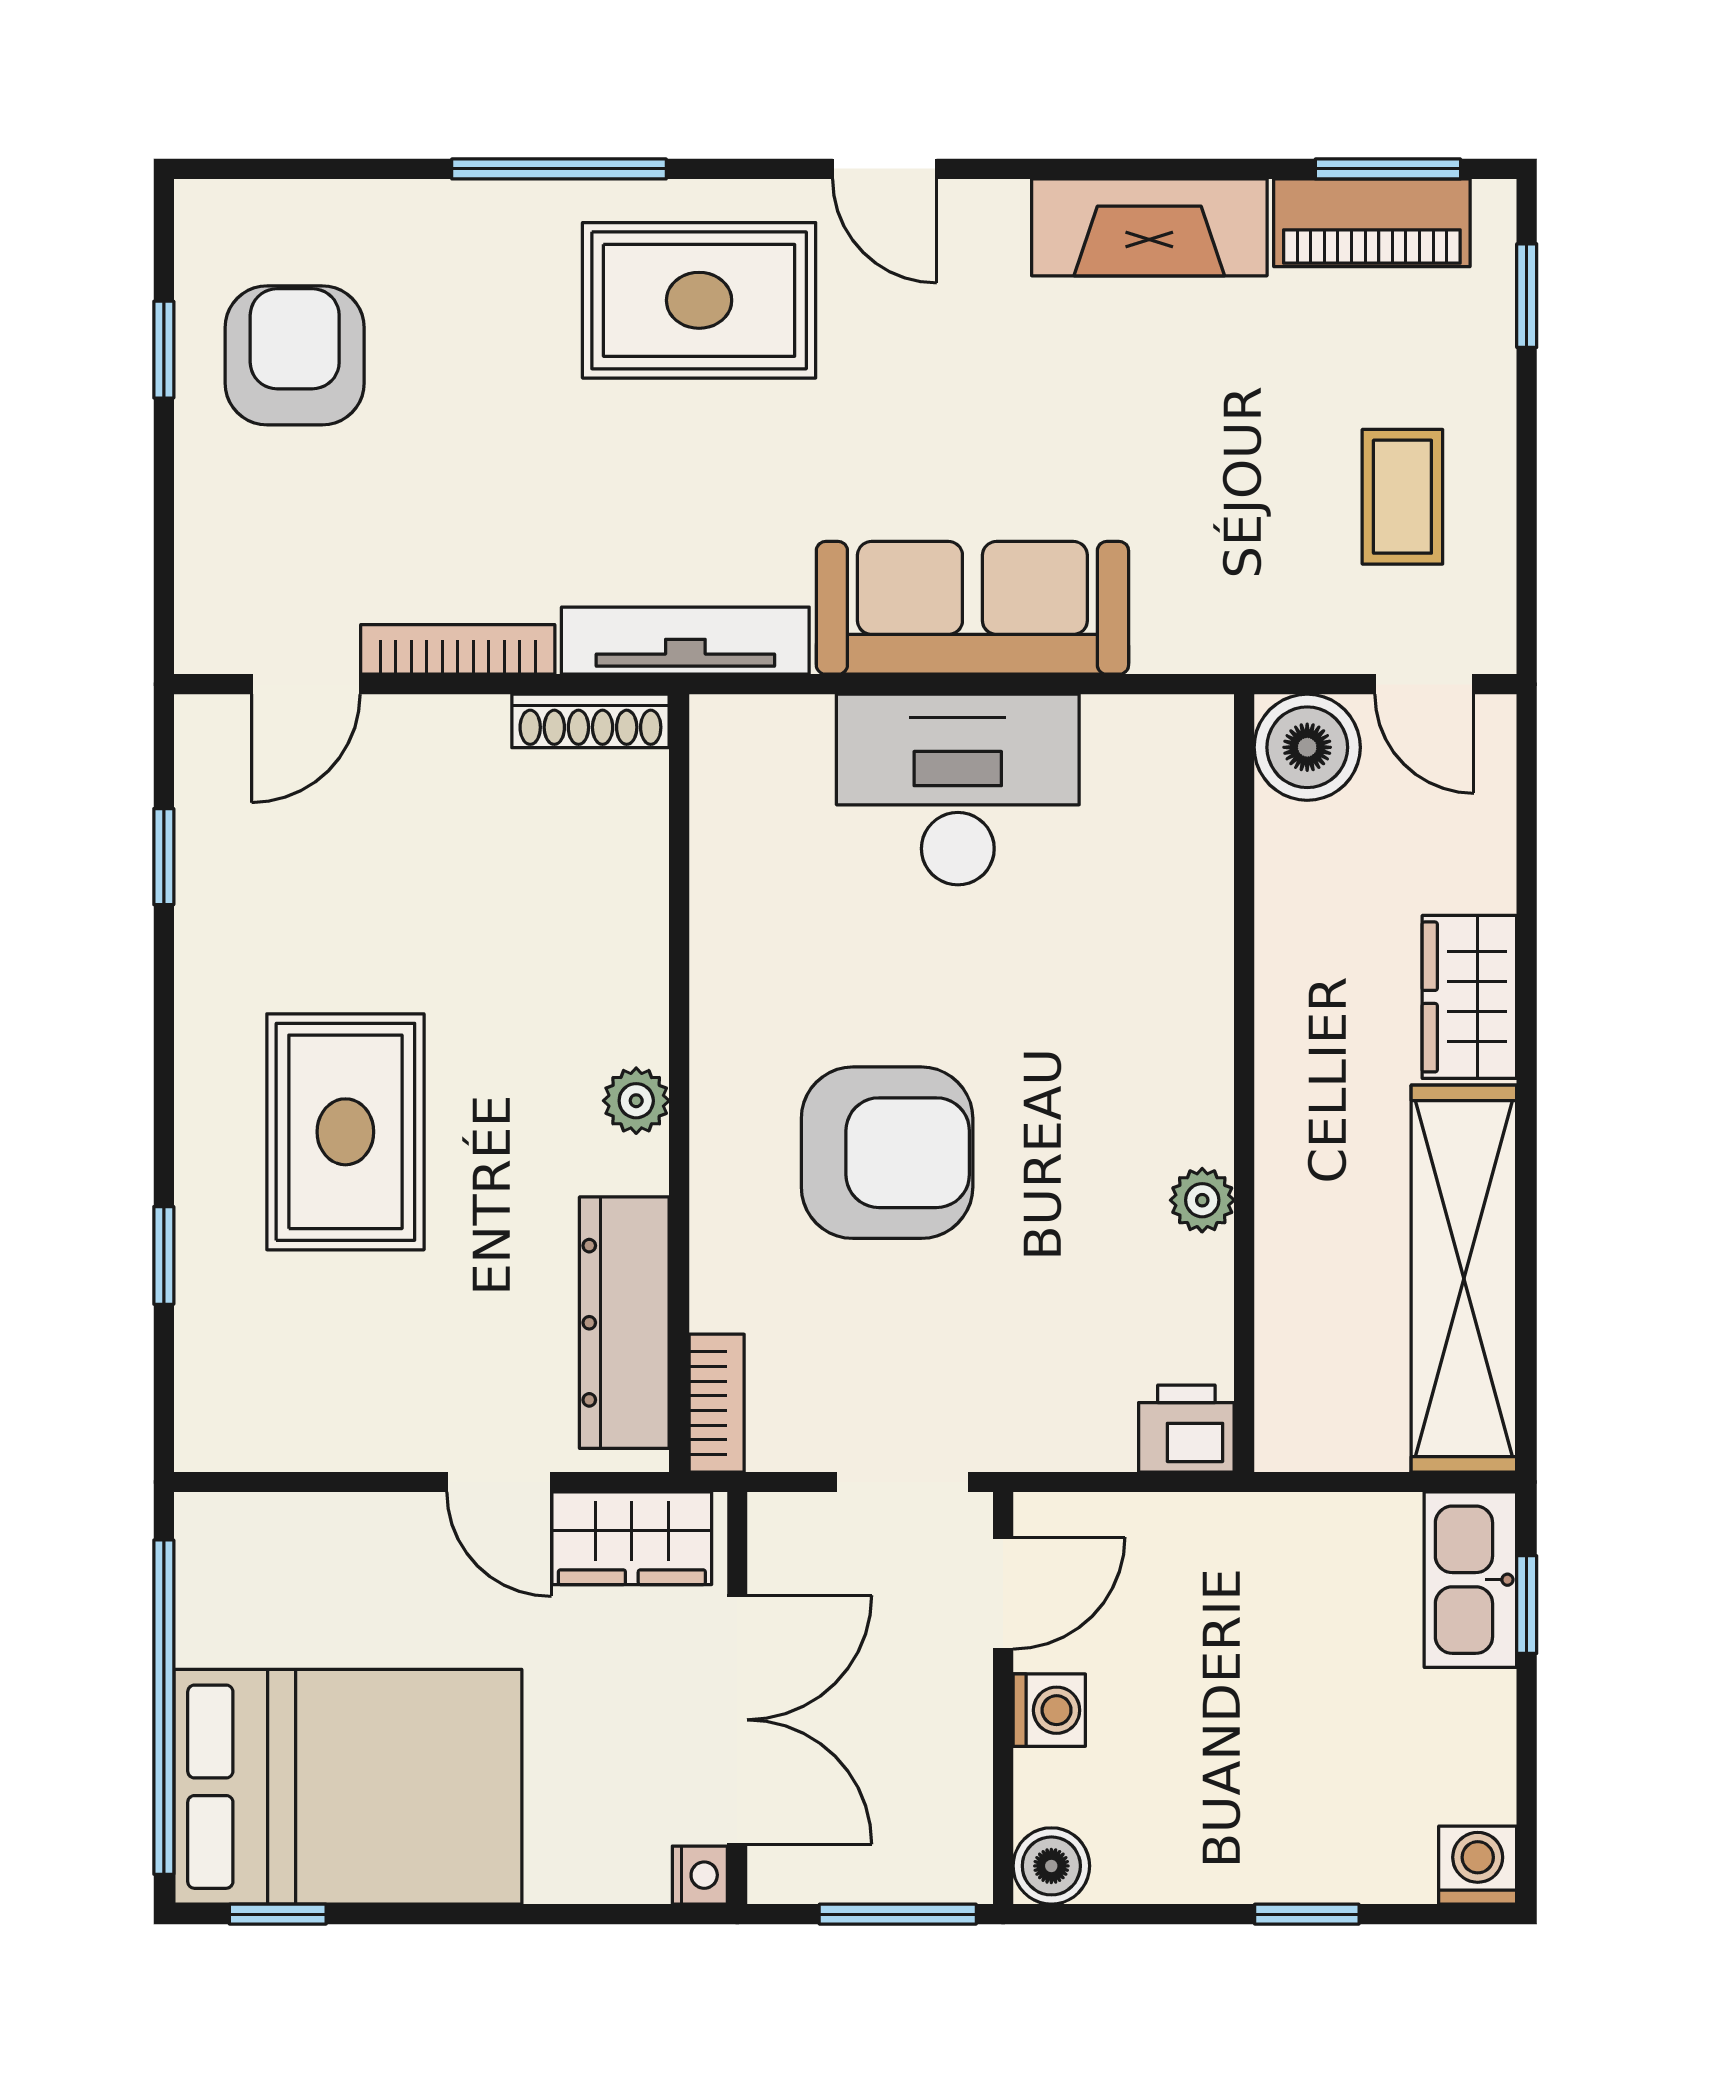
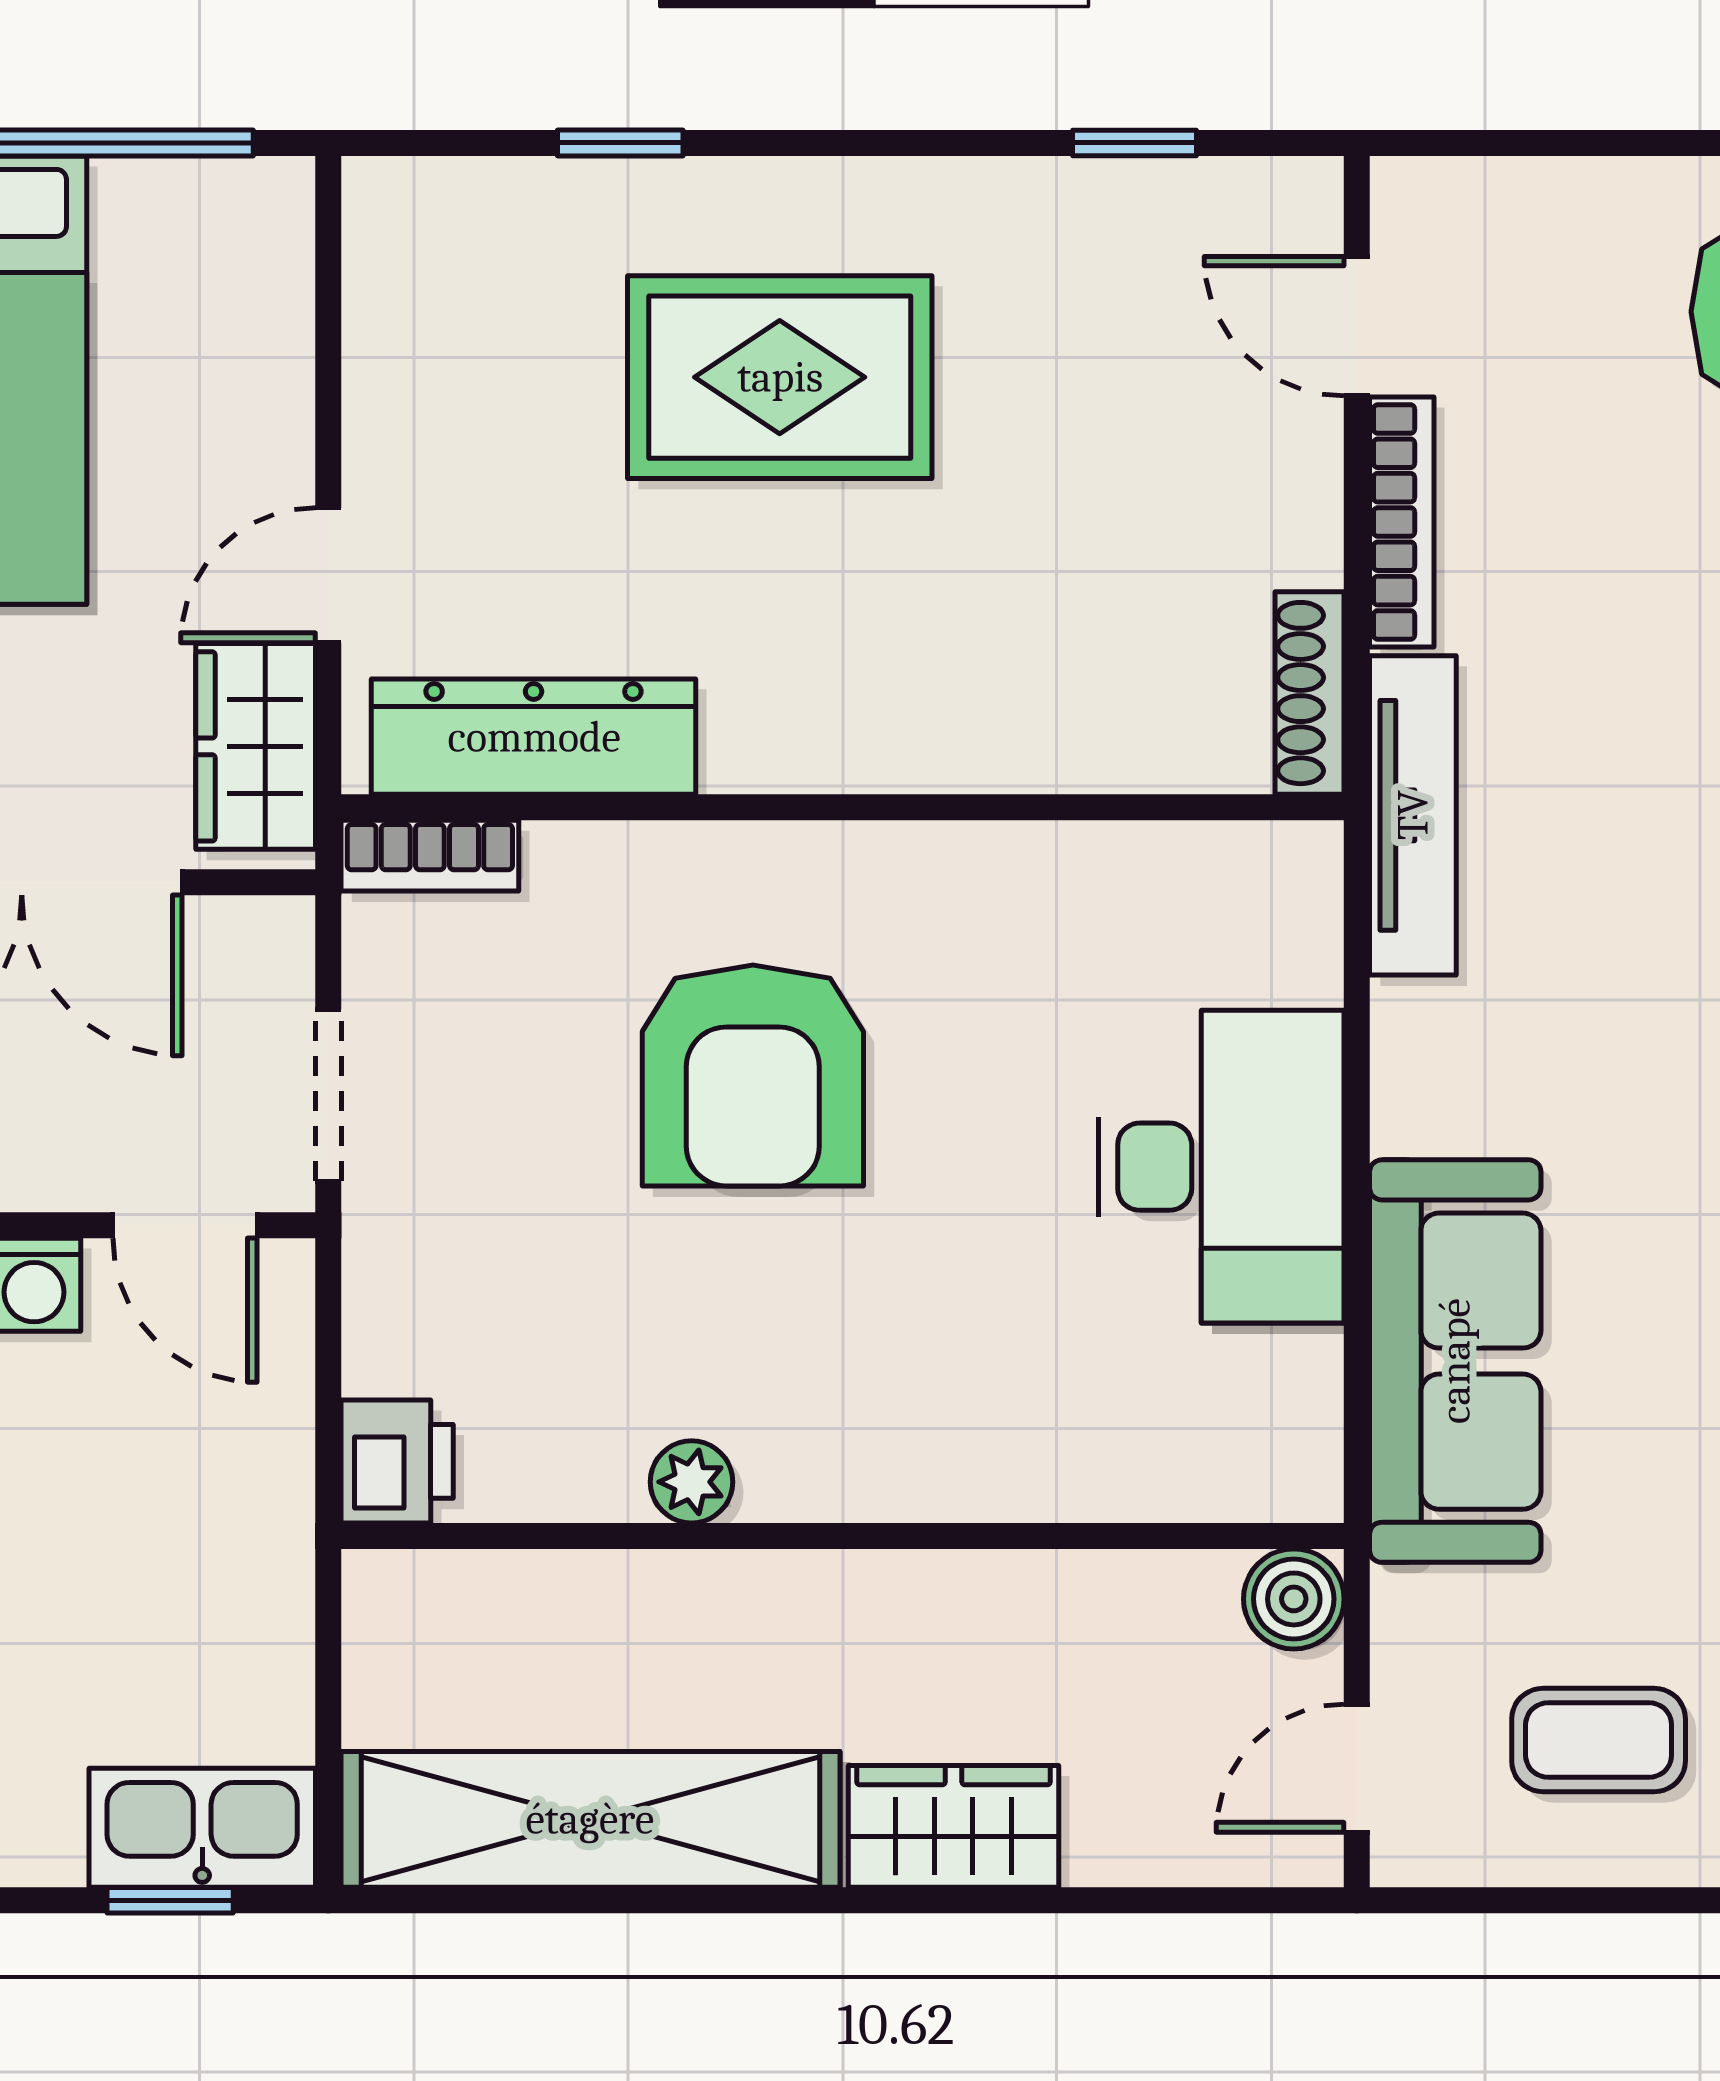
sofa: (972, 608) -> (1455, 1361), moved
boiler: (1307, 747) -> (1294, 1599), width x0.73, depth x0.73
plant: (636, 1101) -> (820, 752), removed

